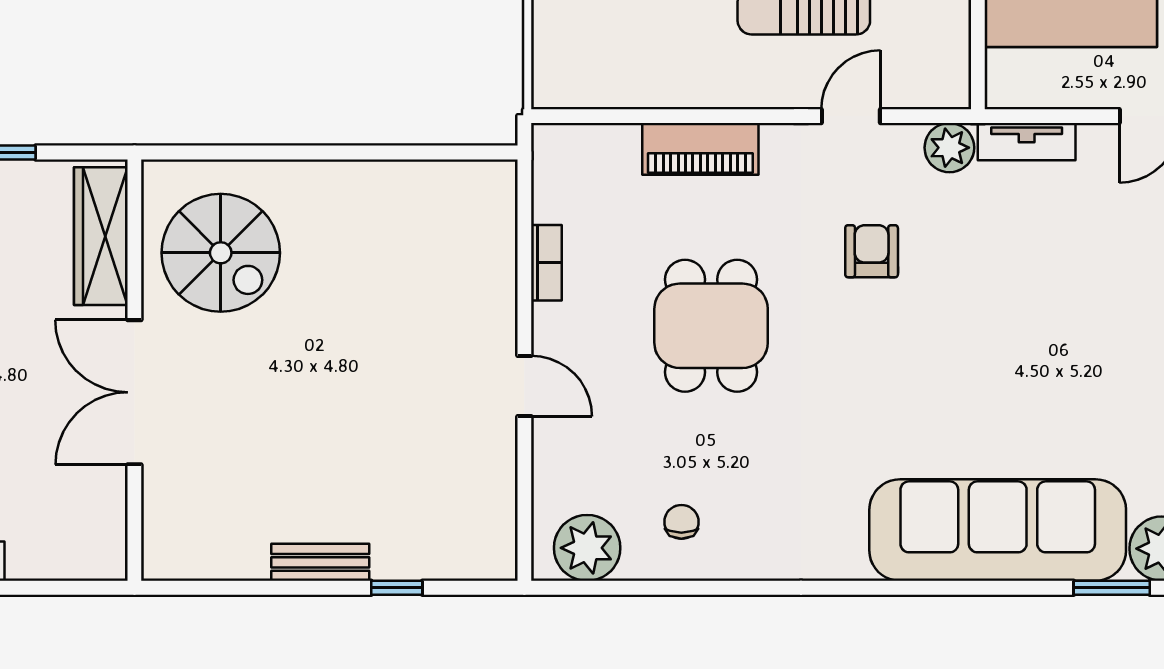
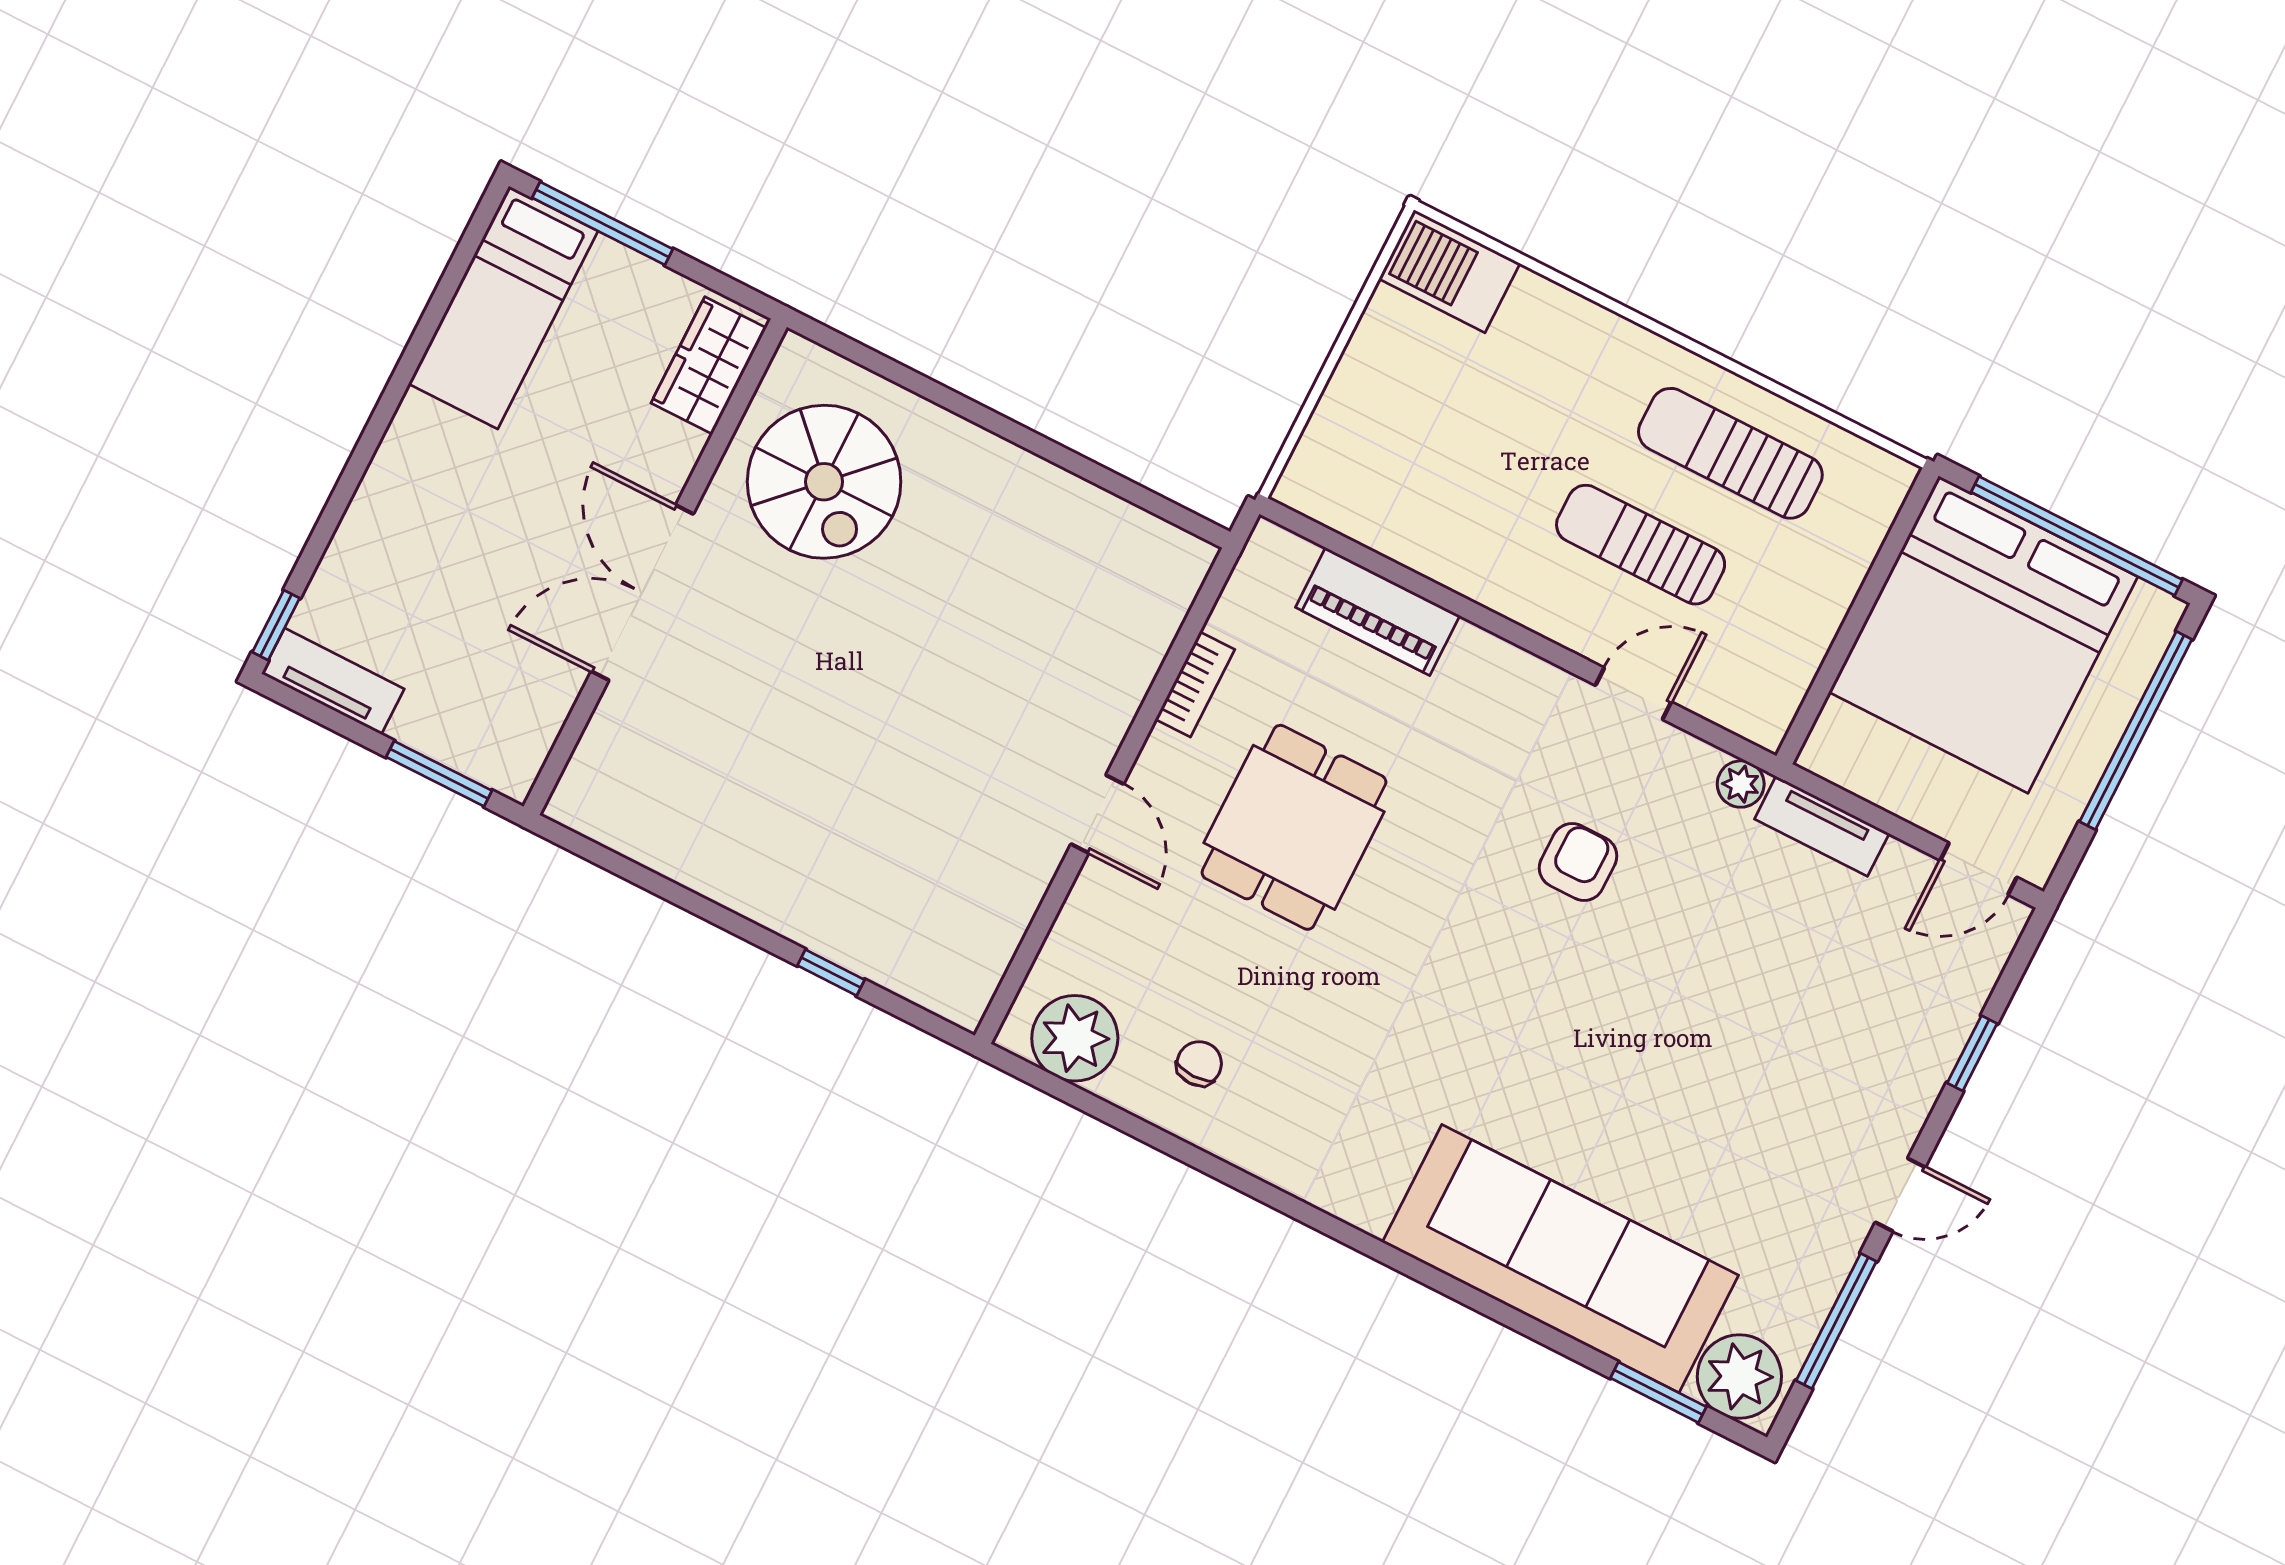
plant: (949, 148) -> (1741, 784), width x0.73, depth x0.73
piano: (700, 149) -> (1378, 611), moved
wardrobe: (101, 236) -> (709, 365), width x0.67
dining table: (711, 326) -> (1294, 827), moved
bench: (320, 562) -> (758, 898), removed
window: (58, 588) -> (439, 774), added

